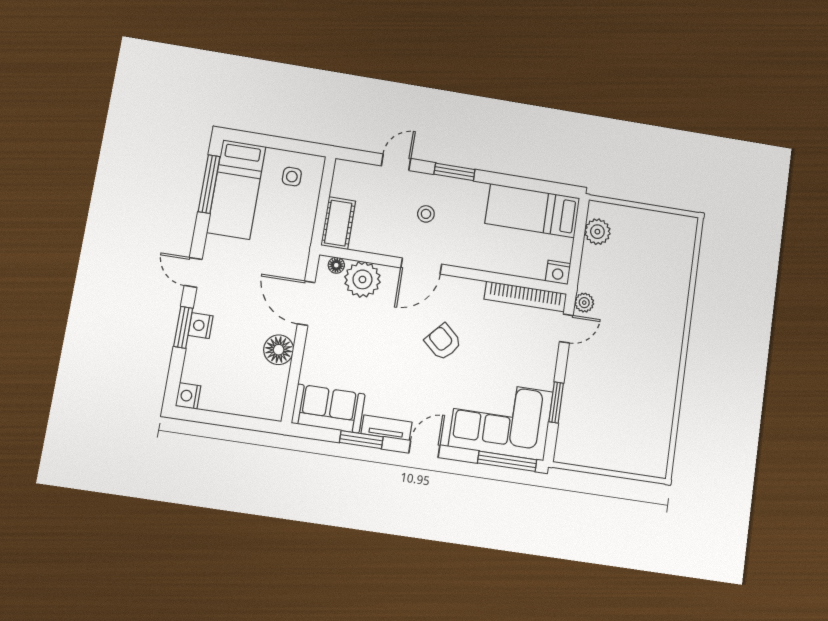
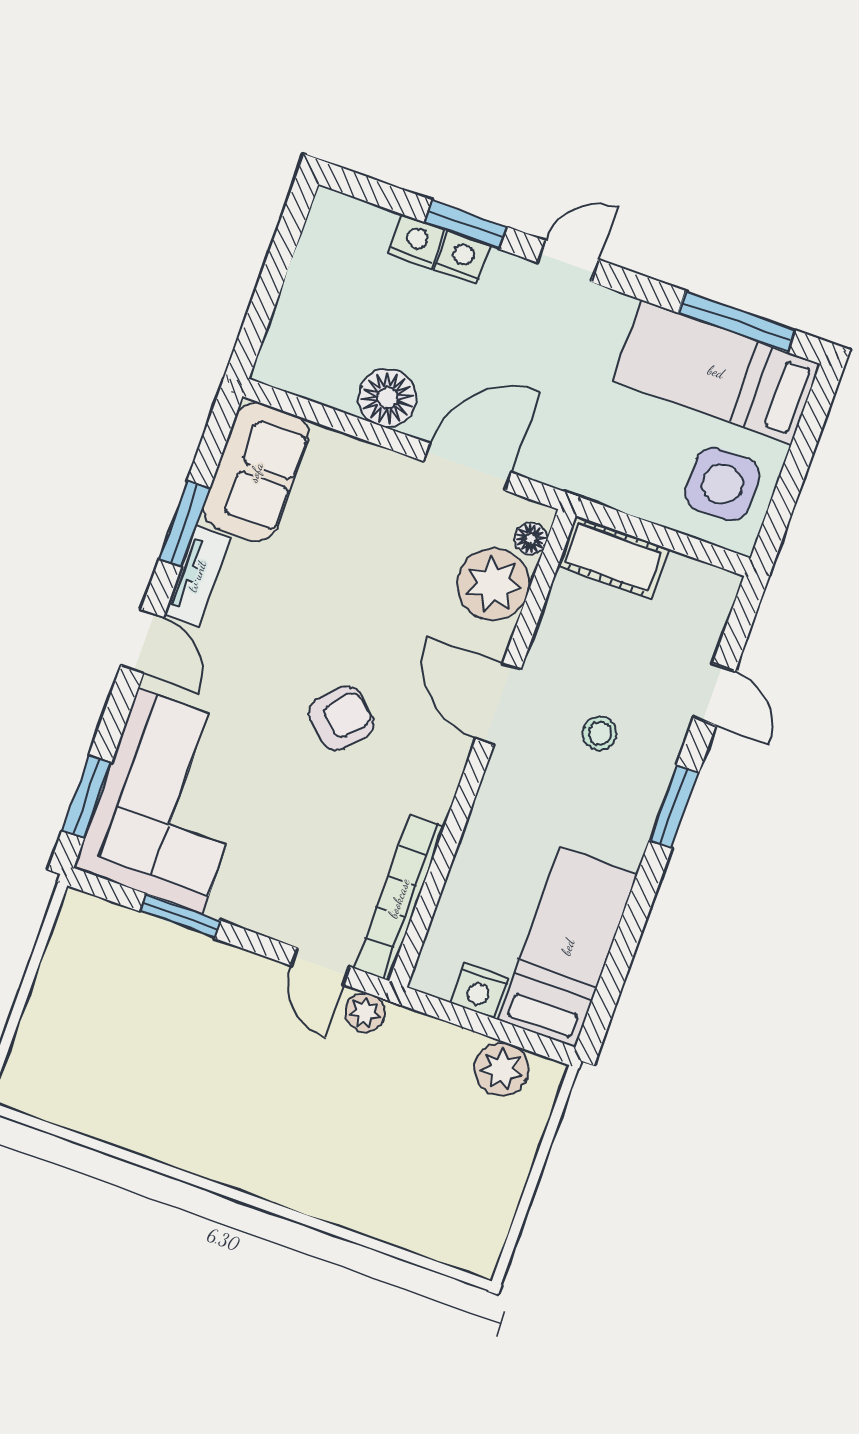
side table: (292, 177) -> (722, 484), width x1.87, depth x1.87
nightstand: (558, 272) -> (479, 990), moved, turned -90
nightstand: (188, 396) -> (416, 241), moved
window: (507, 461) -> (87, 797), width x0.69

